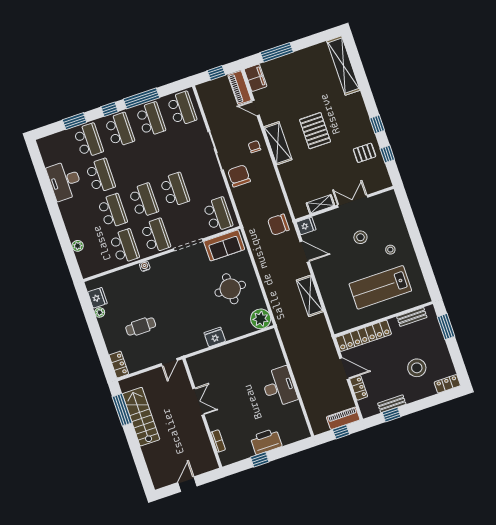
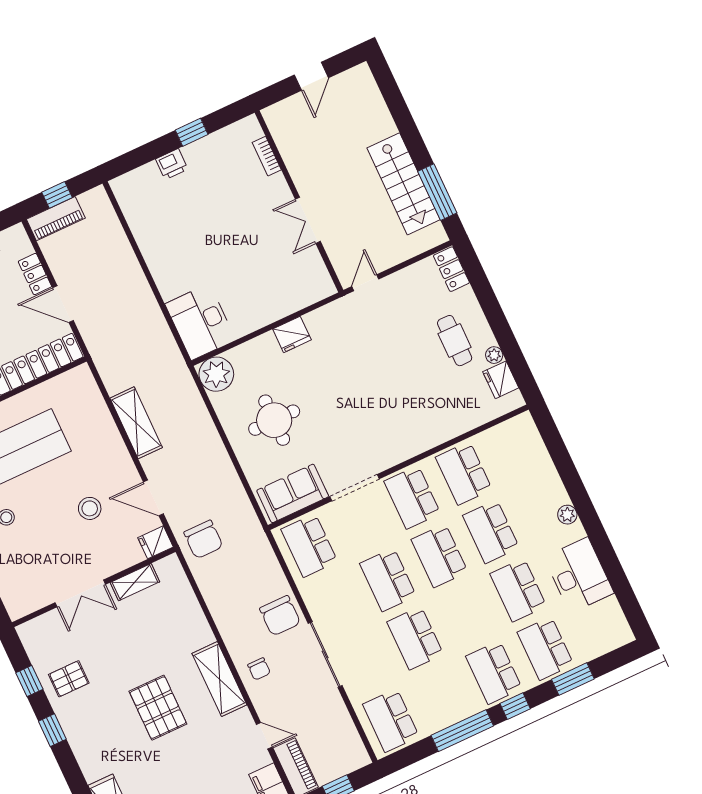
school desk: (151, 119) -> (415, 638), moved
chair: (278, 225) -> (203, 539), turned 90
stool: (360, 237) -> (90, 508), moved
plant: (78, 246) -> (567, 515), moved
water cooler: (145, 266) -> (425, 443), removed
cafe table: (141, 326) -> (455, 341), moved, turned 90
desk: (279, 387) -> (200, 322), moved
printer: (266, 441) -> (172, 164), width x0.53, depth x0.68

